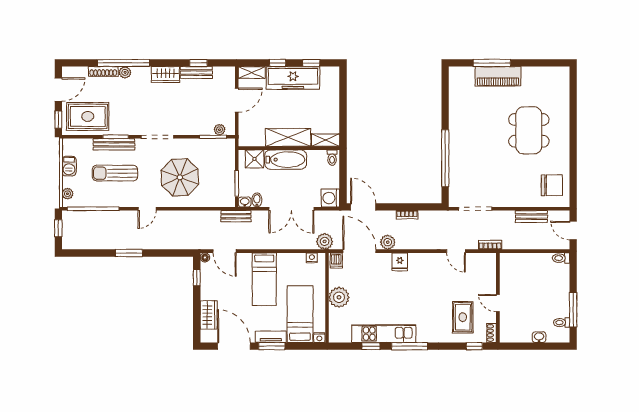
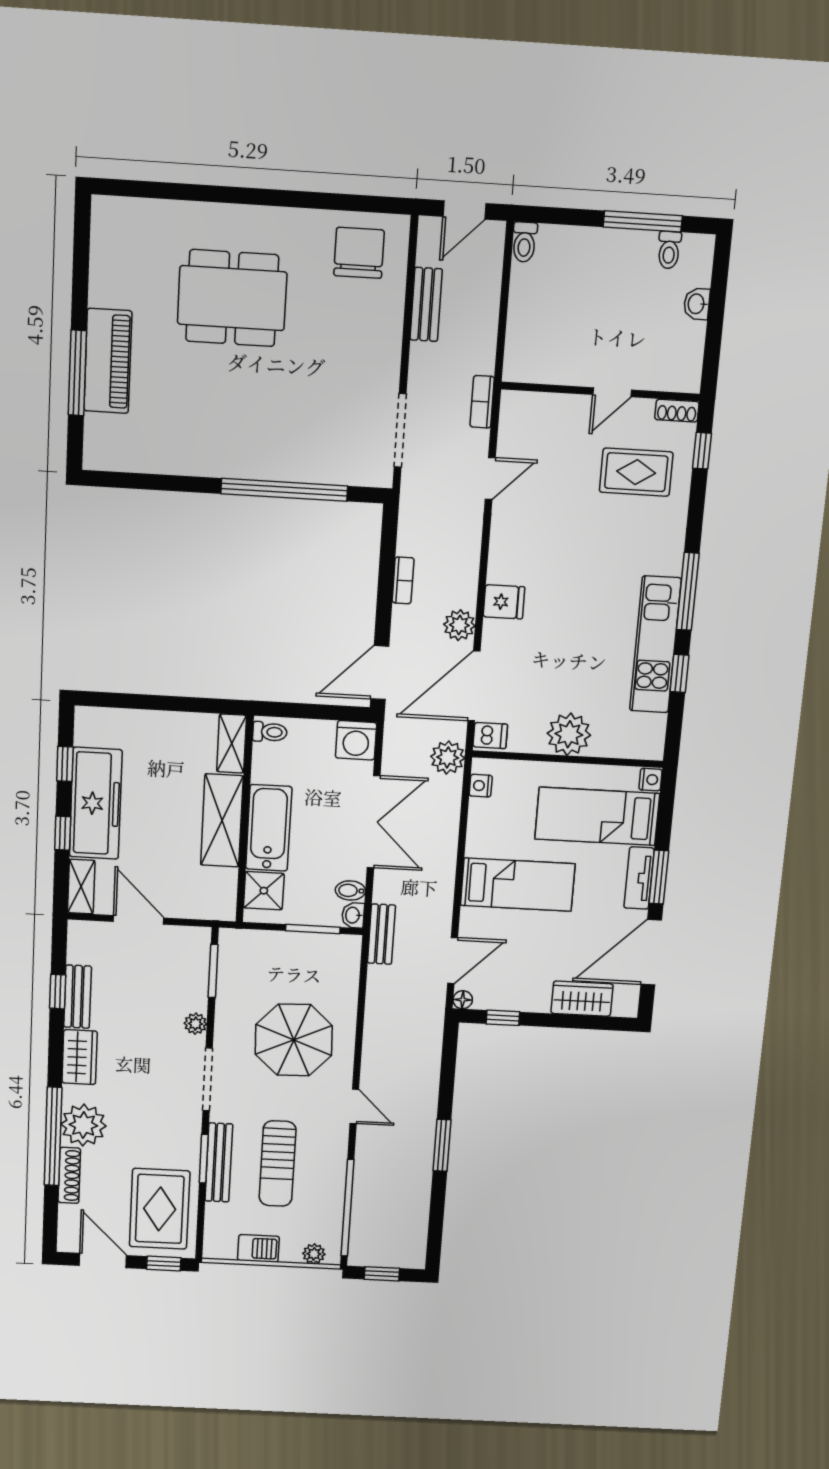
plant: (125, 72) -> (83, 1125), width x1.88, depth x1.88
plant: (219, 130) -> (195, 1024), moved

